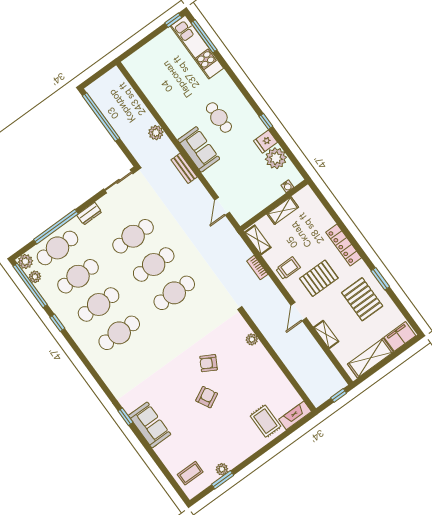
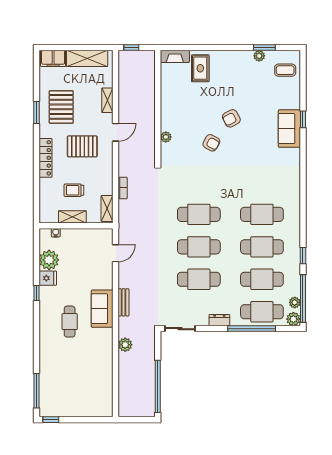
kitchen unit: (197, 47) -> (48, 386), removed
trolley: (288, 268) -> (74, 190), moved
window: (125, 417) -> (303, 119), moved

